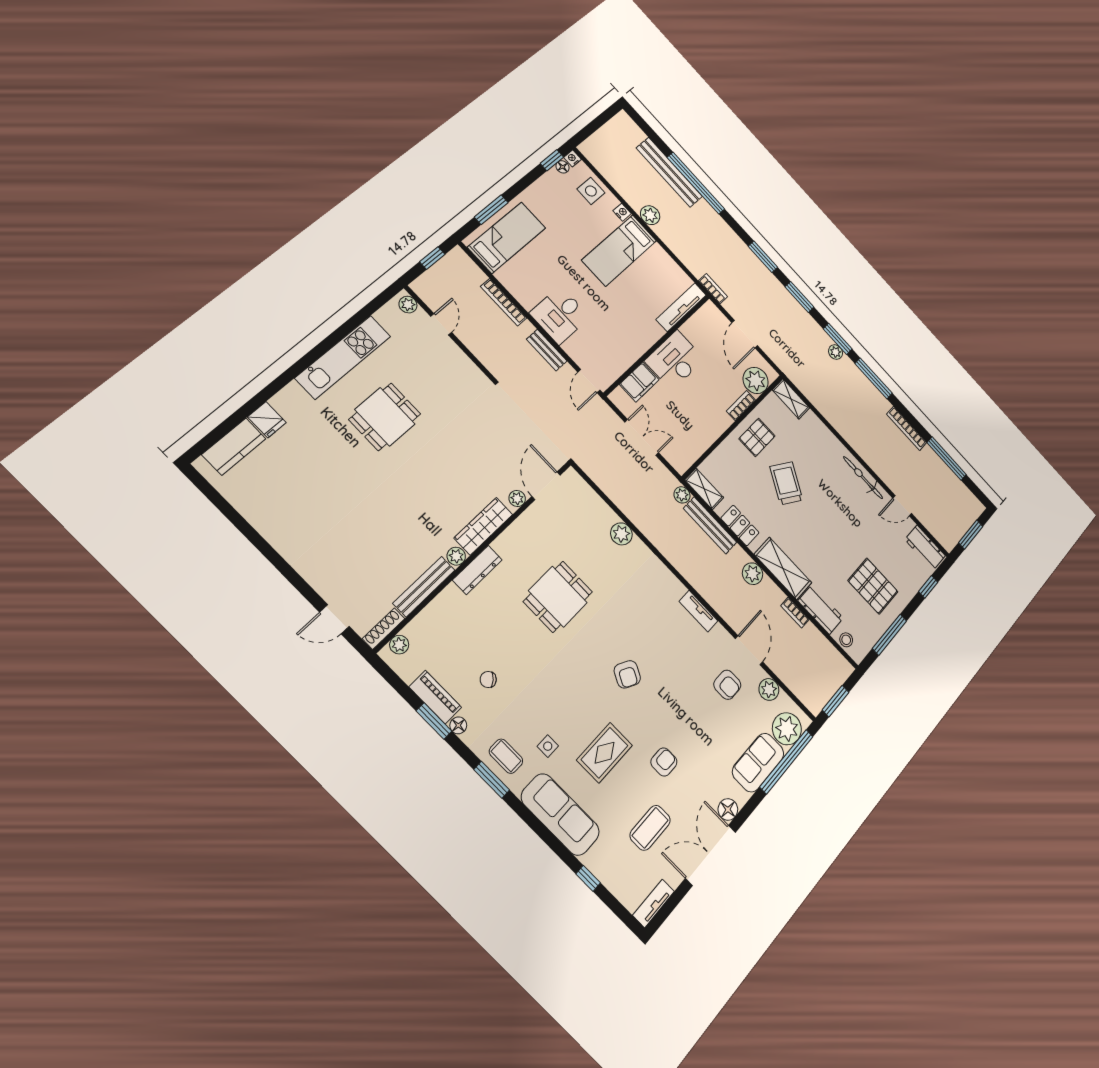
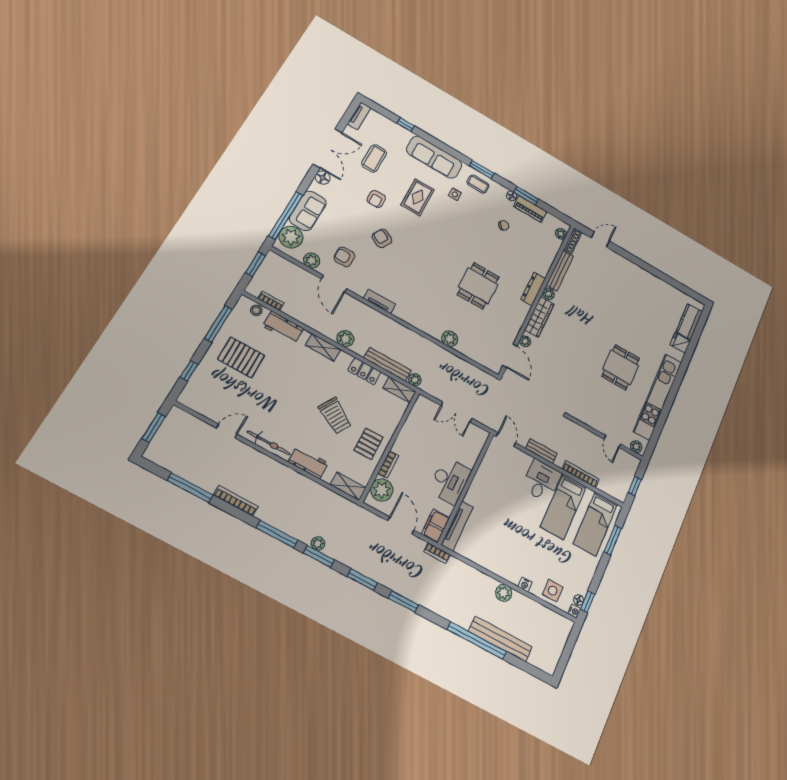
bed: (619, 250) -> (563, 507), moved, turned 180
kitchen unit: (343, 357) -> (658, 397), width x1.36
filing cabinet: (639, 382) -> (435, 526), moved
workbench: (925, 548) -> (308, 462), moved
shelving: (783, 568) -> (323, 347), width x0.67, depth x0.75
bookcase: (795, 613) -> (271, 301), moved
armchair: (627, 674) -> (382, 238), moved

